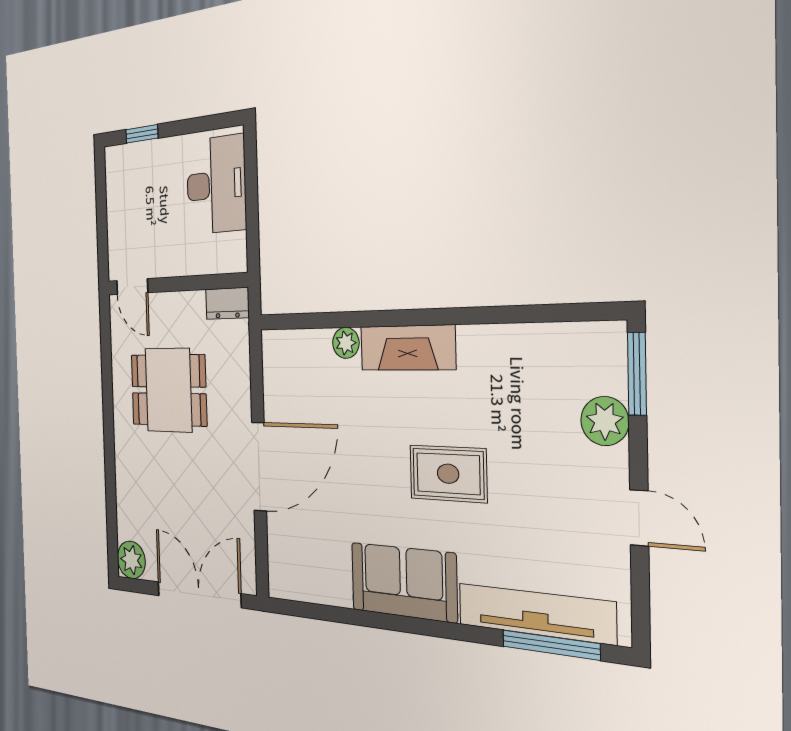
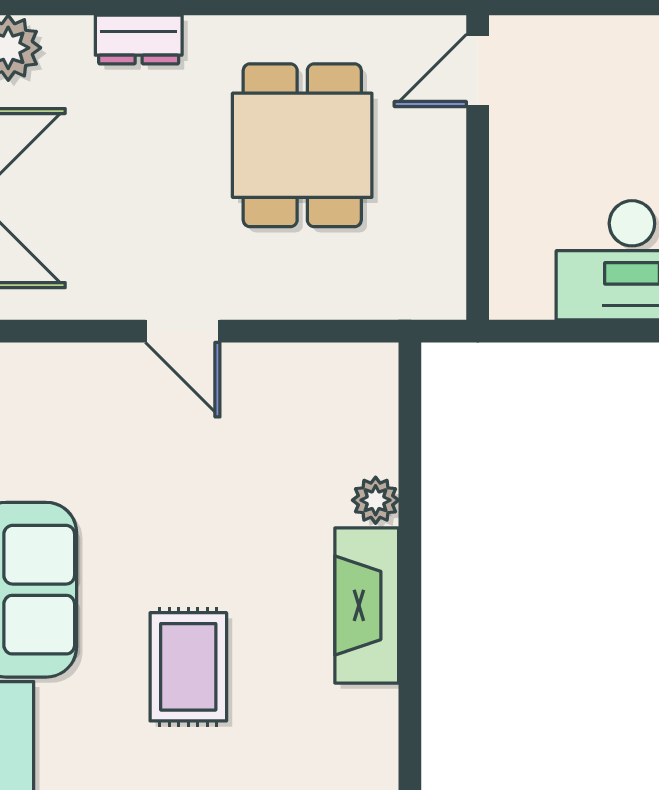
dresser: (227, 303) -> (139, 40), moved, turned -90
door: (259, 467) -> (183, 331), width x0.53

